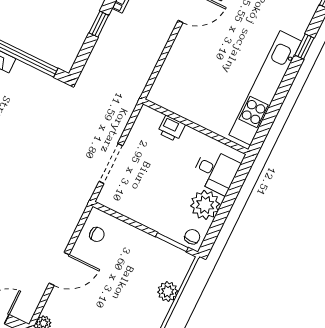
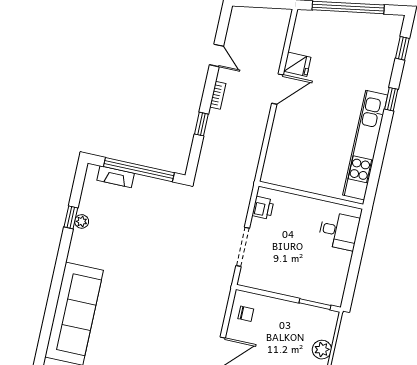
printer: (171, 128) -> (263, 208), moved, turned -90
plant: (205, 205) -> (337, 263), removed
chair: (192, 237) -> (332, 295), removed

